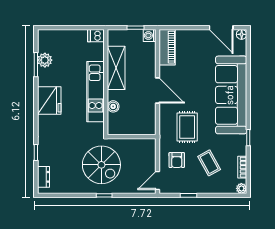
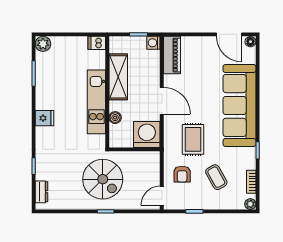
plant: (45, 60) -> (43, 44), moved
fridge: (49, 101) -> (45, 118), width x0.53, depth x0.75
washing machine: (143, 122) -> (147, 134), added

